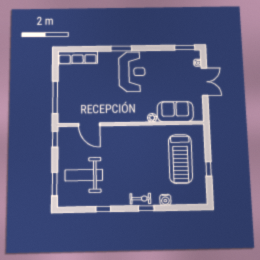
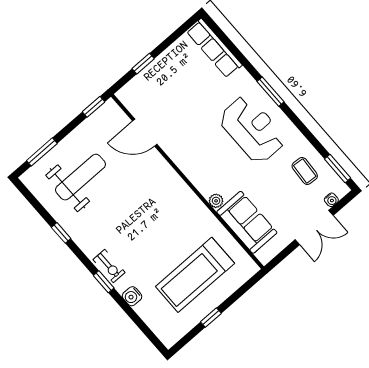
coffee table: (173, 64) -> (305, 171), added
reception desk: (132, 72) -> (252, 129), turned -90
window: (55, 97) -> (143, 64), width x0.46
door: (89, 125) -> (145, 133), hinge flipped
weight bench: (84, 175) -> (80, 177), turned 90

